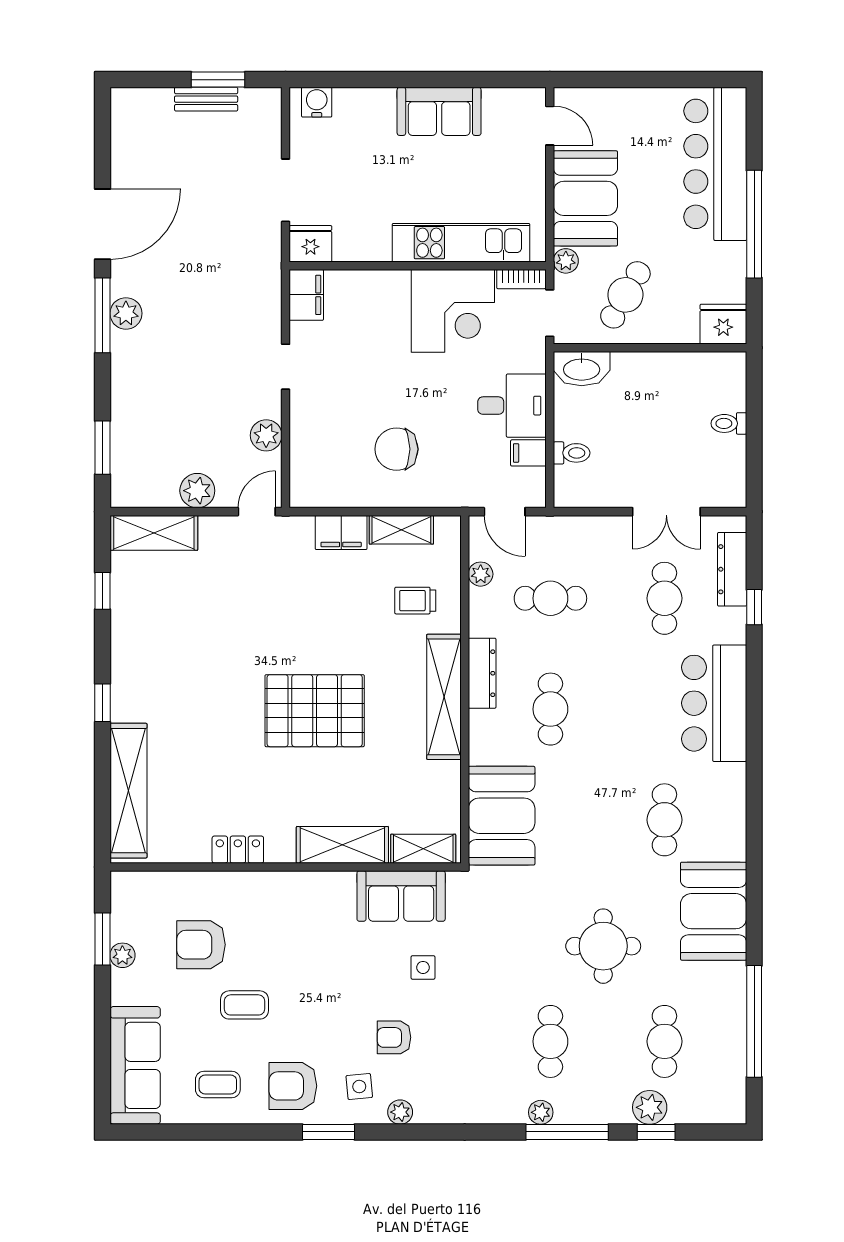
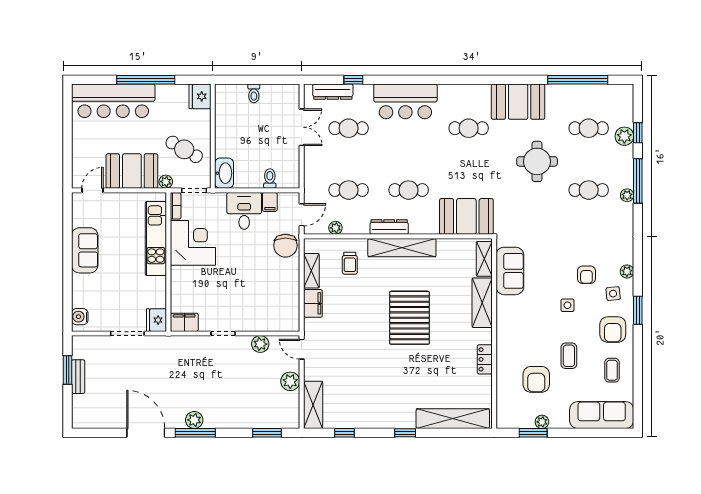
chair: (396, 449) -> (285, 246), moved
cafe table: (550, 598) -> (349, 190), turned 90
side table: (423, 967) -> (567, 305), moved

